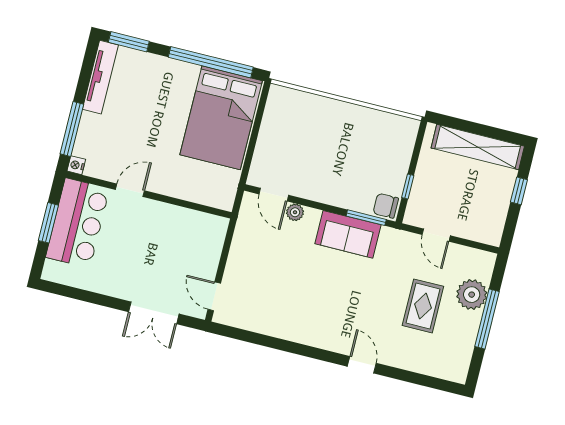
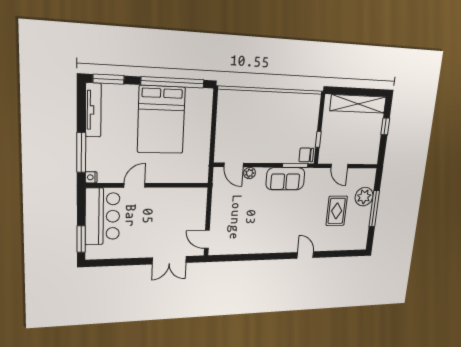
bed: (221, 118) -> (161, 120), moved
window: (48, 223) -> (81, 239), moved

